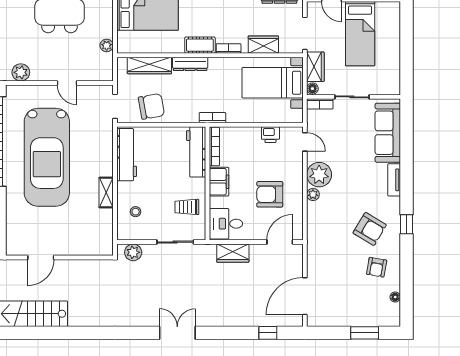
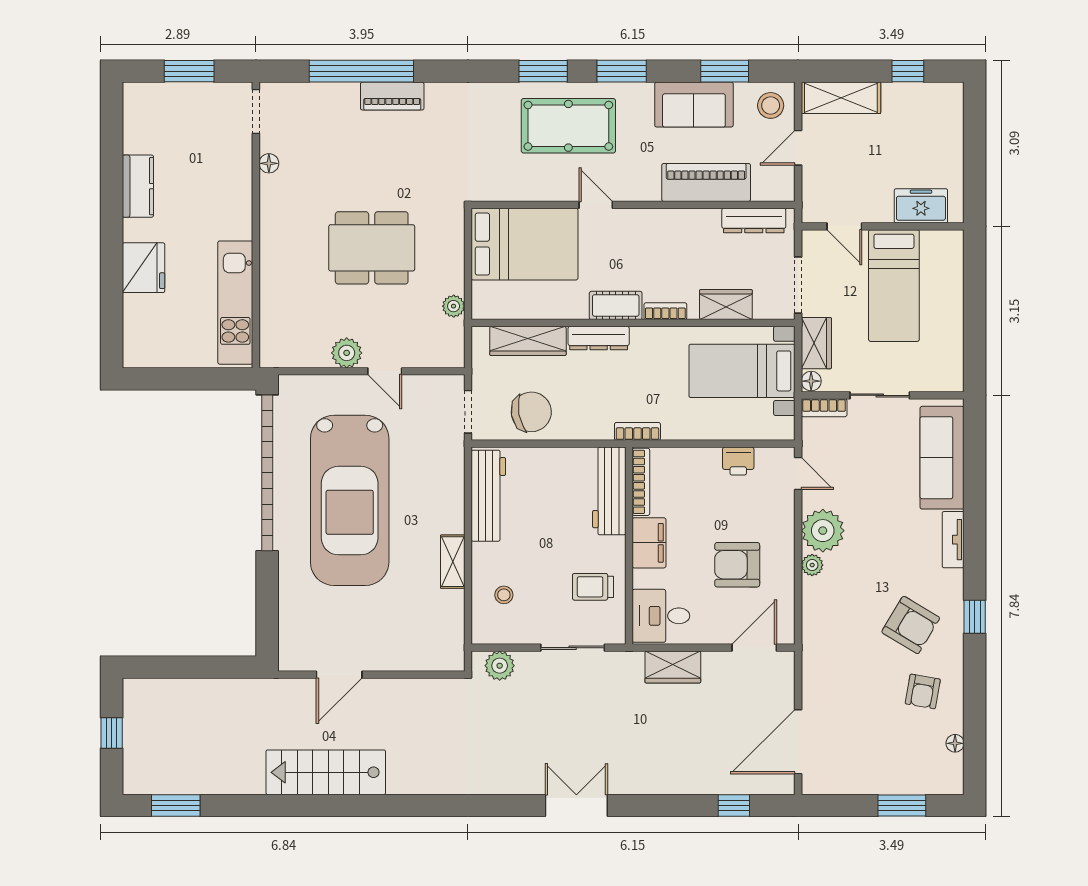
plant: (21, 72) -> (347, 353), moved

